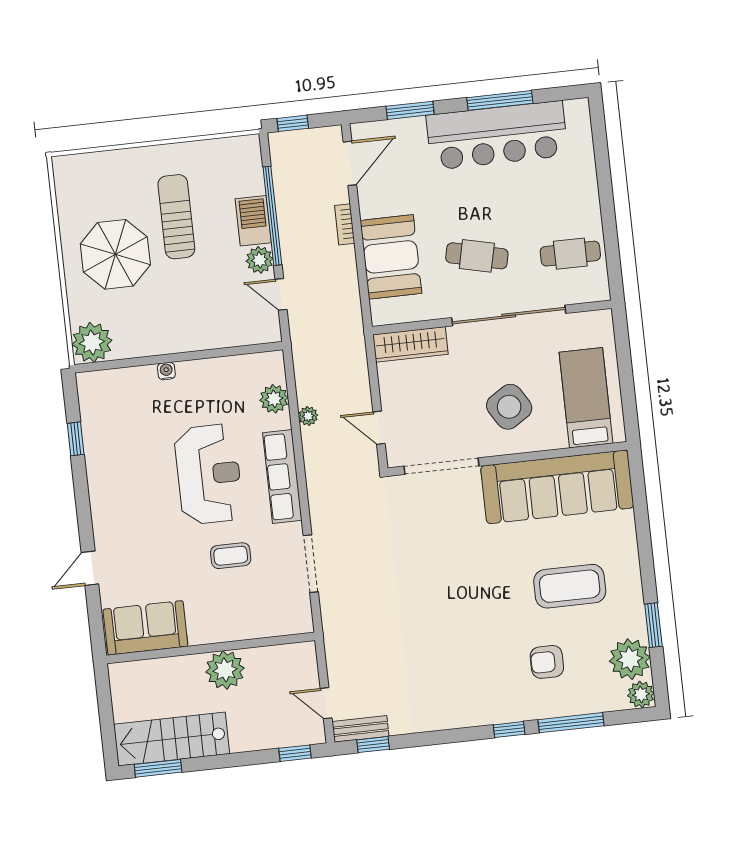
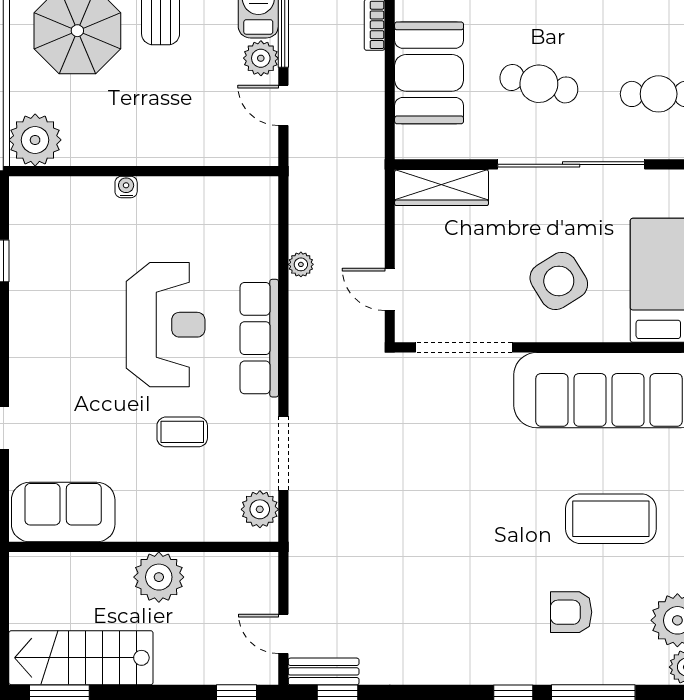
plant: (274, 399) -> (260, 509), moved

